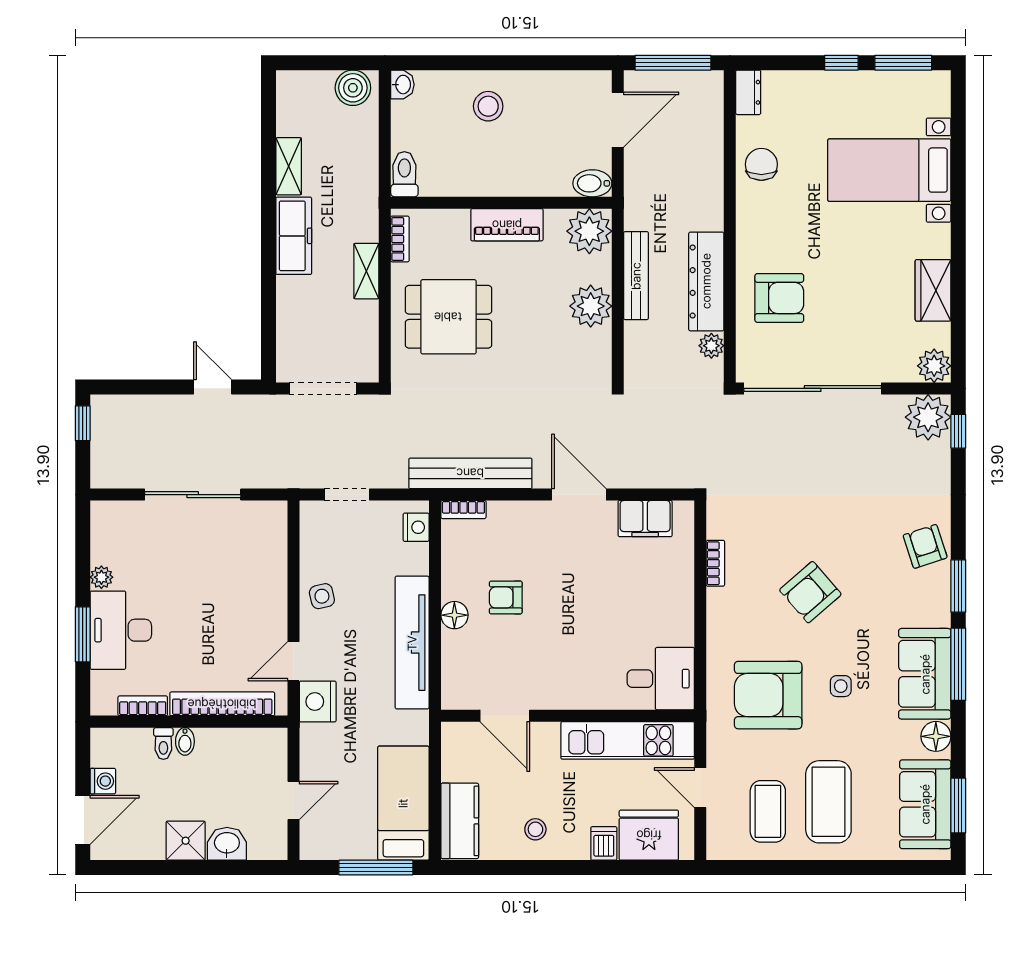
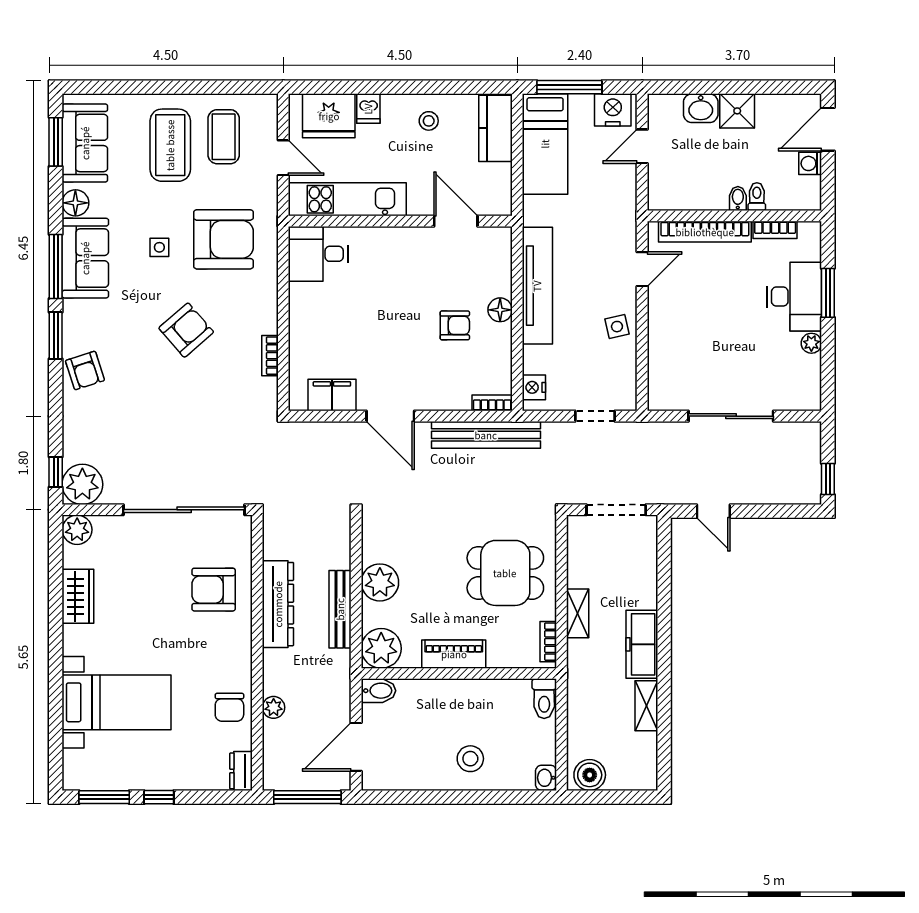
plant: (711, 346) -> (274, 707), moved
nightstand: (318, 702) -> (613, 110), moved, turned -90

